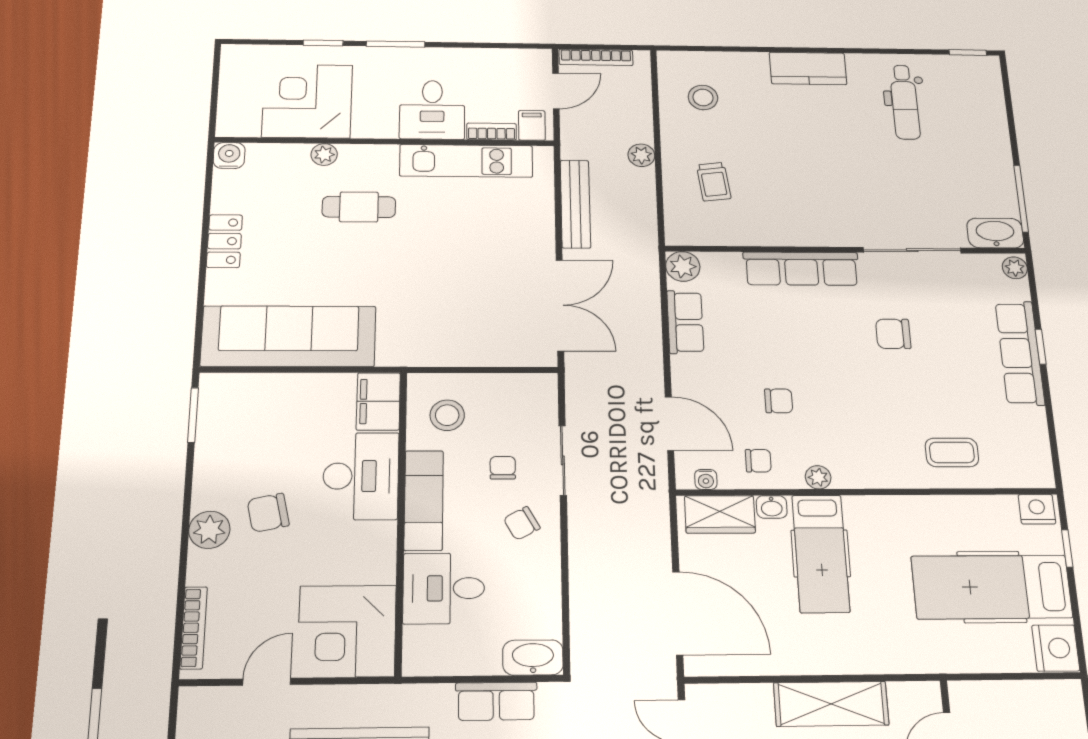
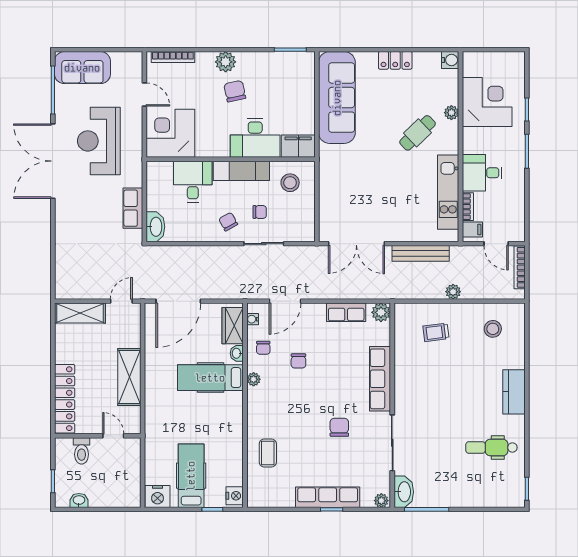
cafe table: (359, 207) -> (418, 133), turned 46
hospital bed: (992, 587) -> (191, 476), width x0.73, depth x0.78

